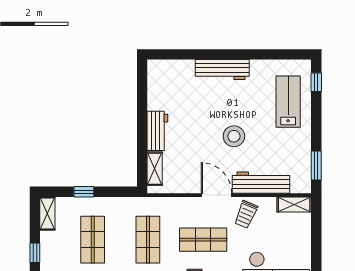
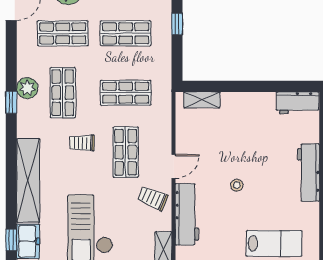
workbench: (157, 131) -> (298, 103), moved
stool: (234, 136) -> (237, 185), width x0.53, depth x0.53
door: (216, 195) -> (173, 166), width x0.73

